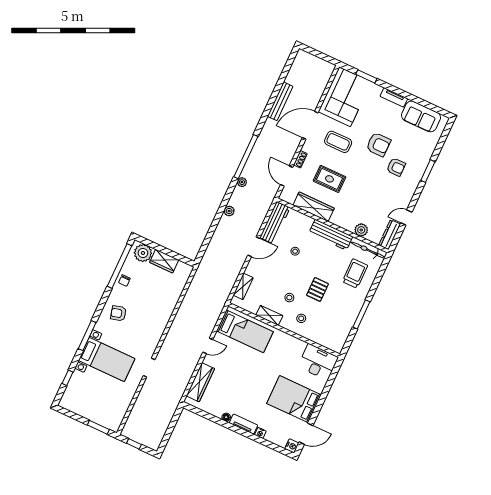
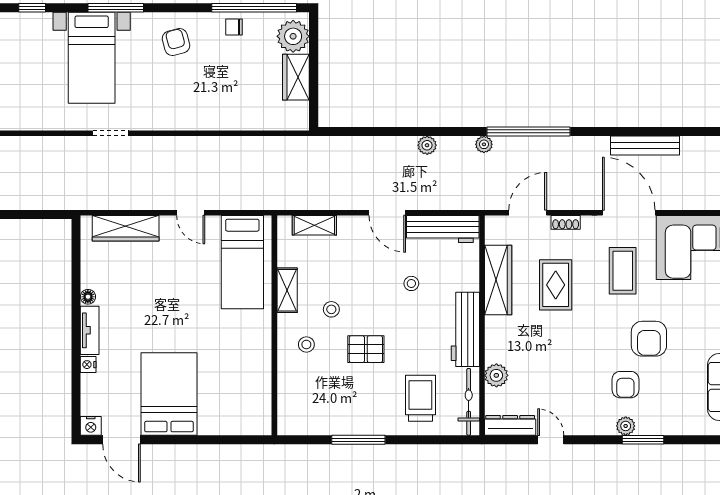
plant: (417, 177) -> (626, 426), added
trolley: (355, 273) -> (420, 398), turned -90
desk: (318, 362) -> (248, 405), removed

